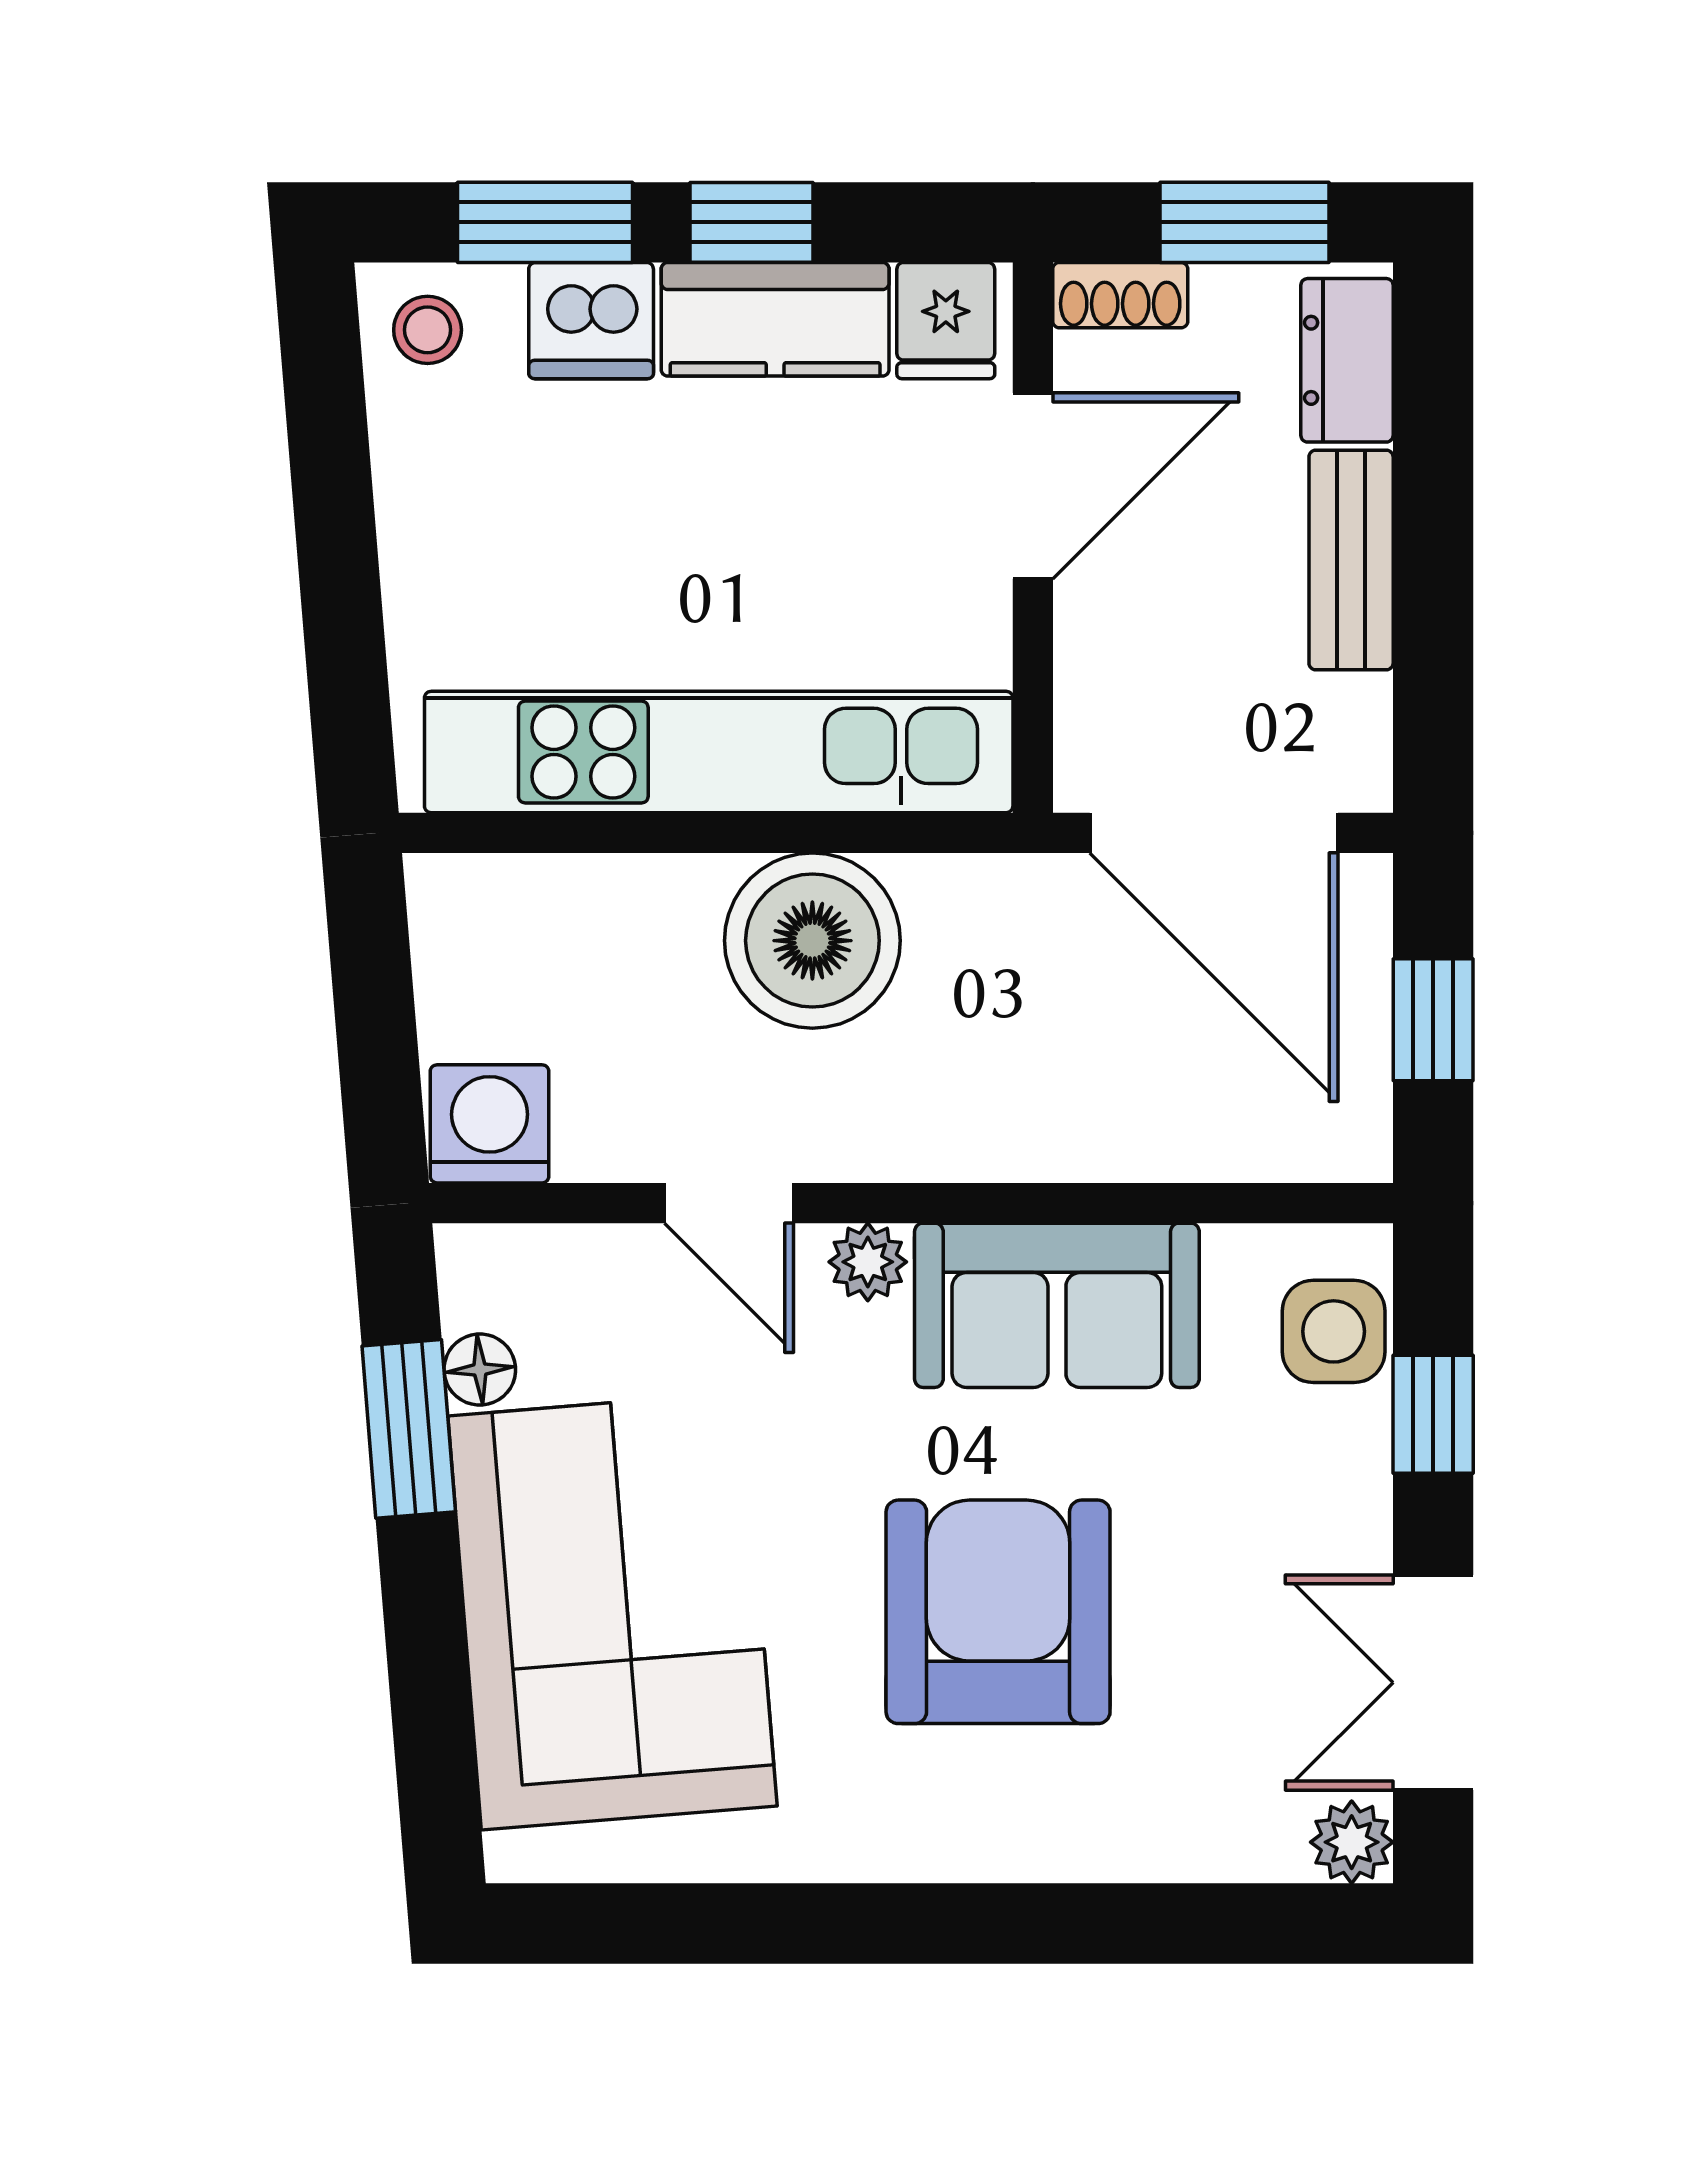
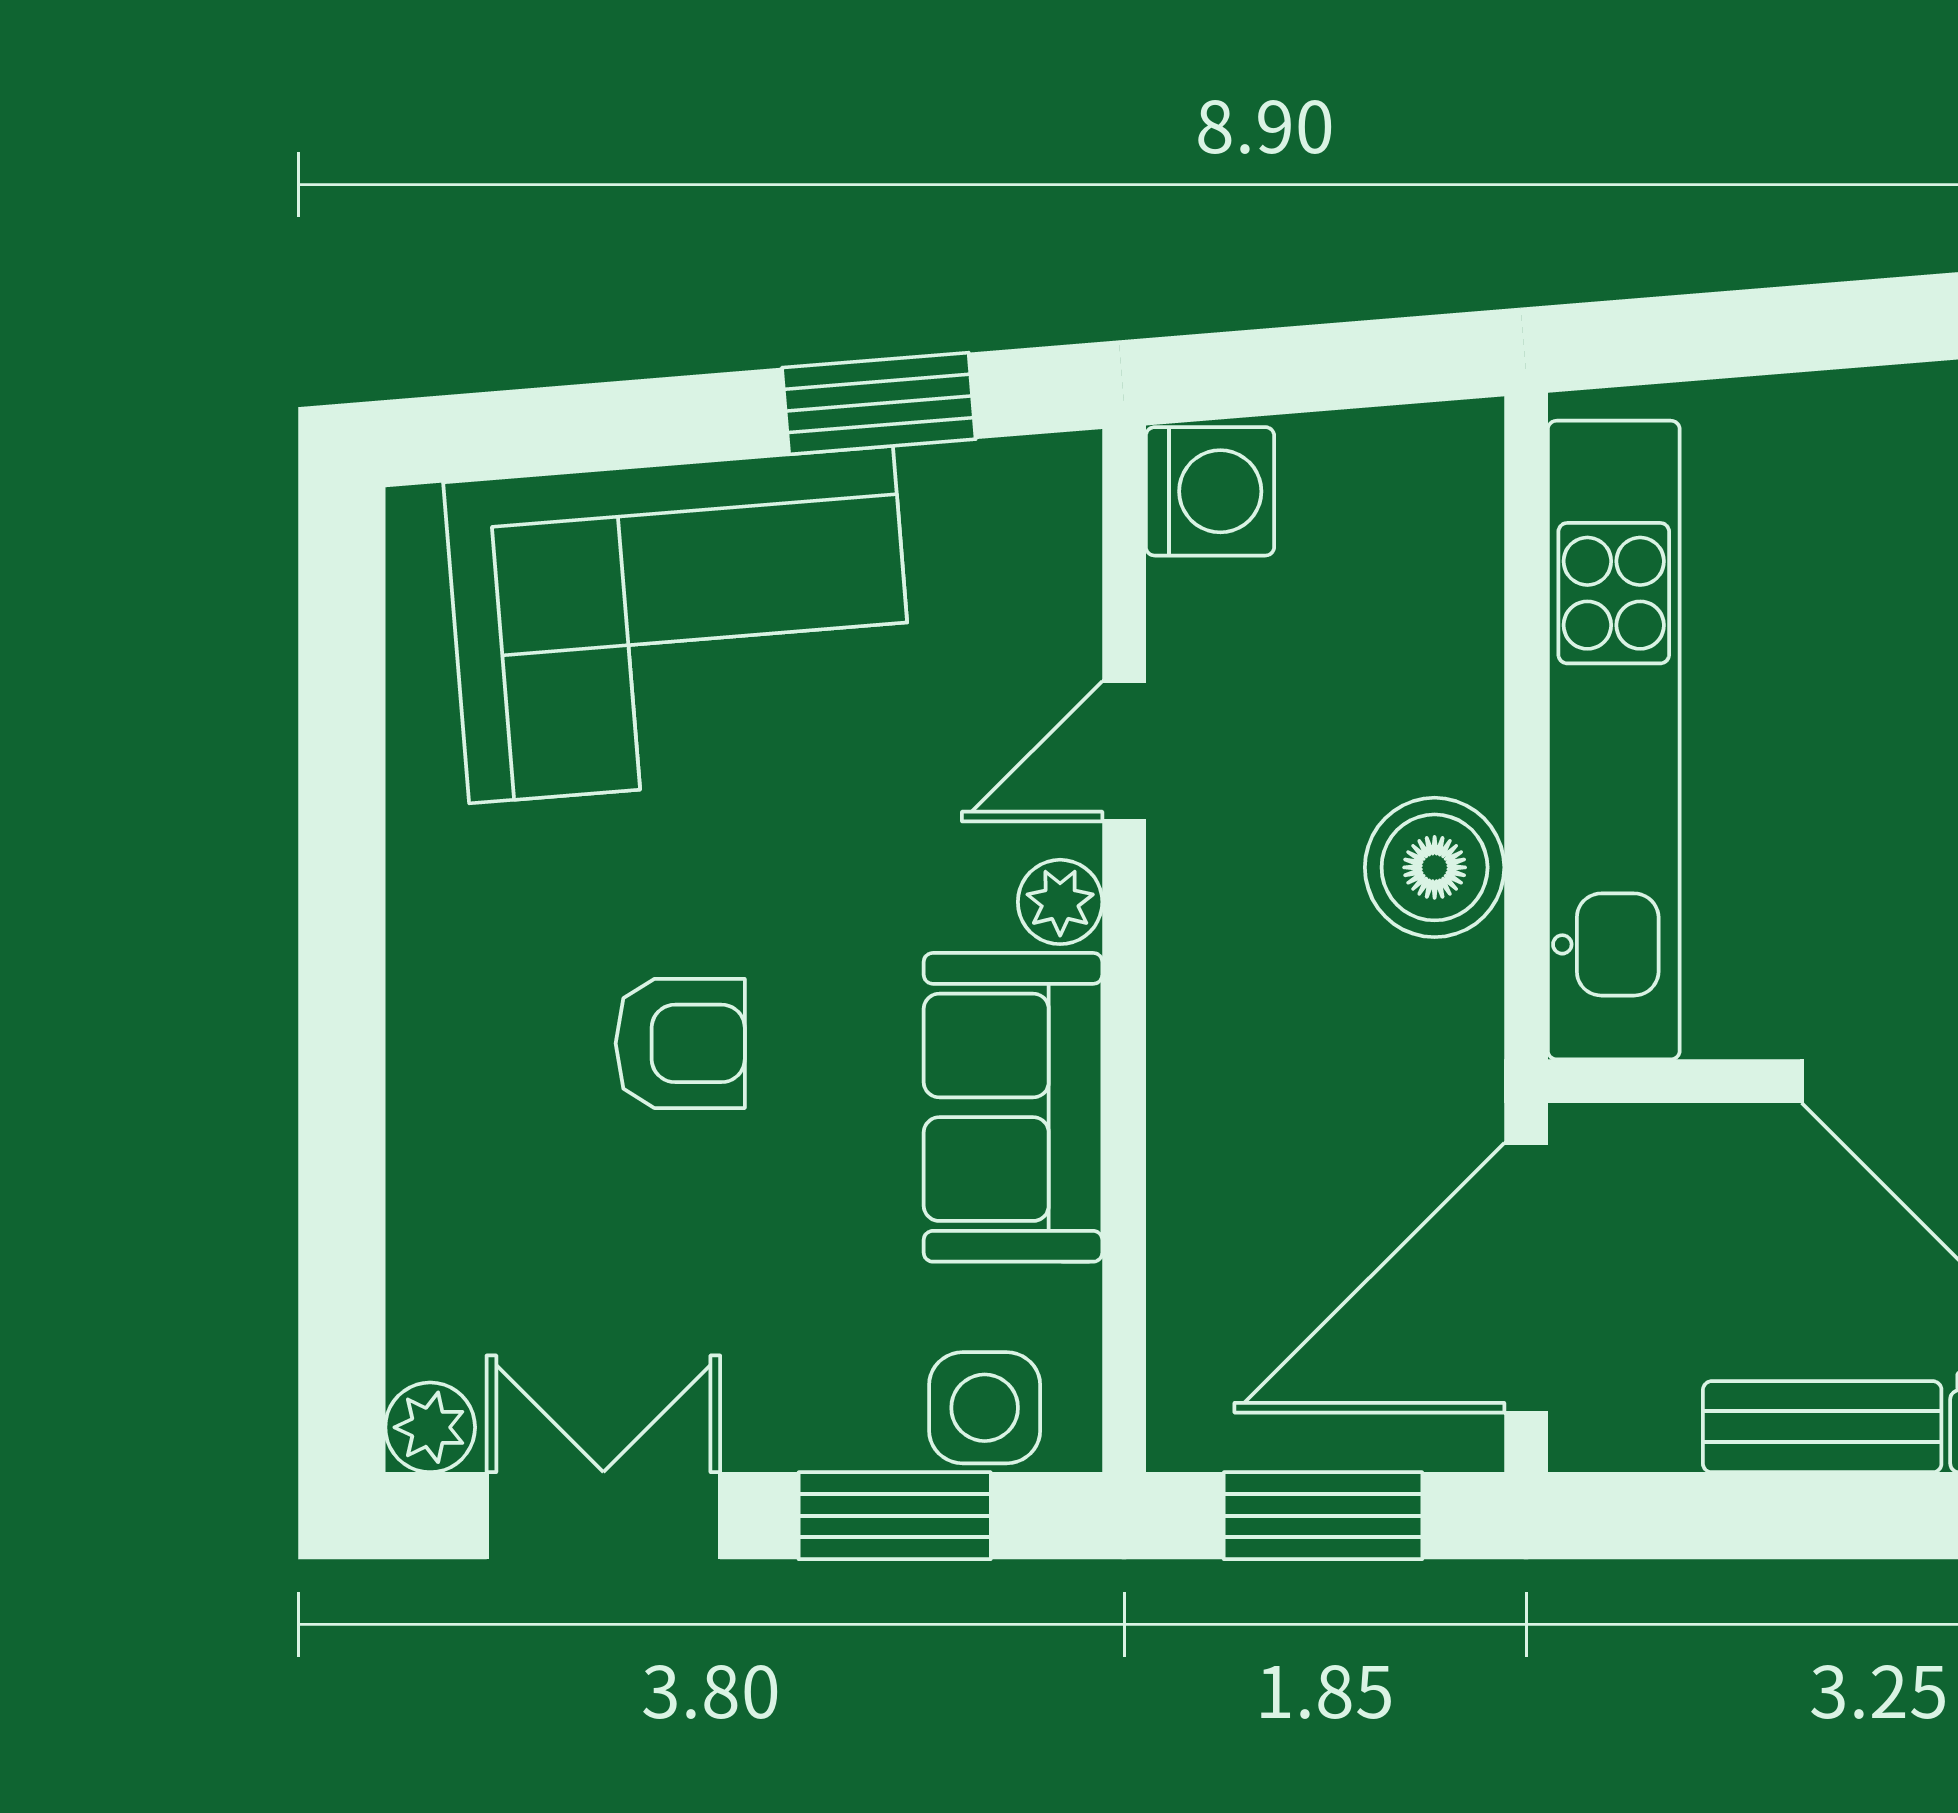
boiler: (812, 941) -> (1435, 867), width x0.73, depth x0.73
window: (1433, 1020) -> (1323, 1516), width x1.50
floor lamp: (480, 1369) -> (943, 481), removed
window: (1433, 1414) -> (895, 1516), width x1.50
armchair: (998, 1612) -> (680, 1043), width x0.53, depth x0.53

